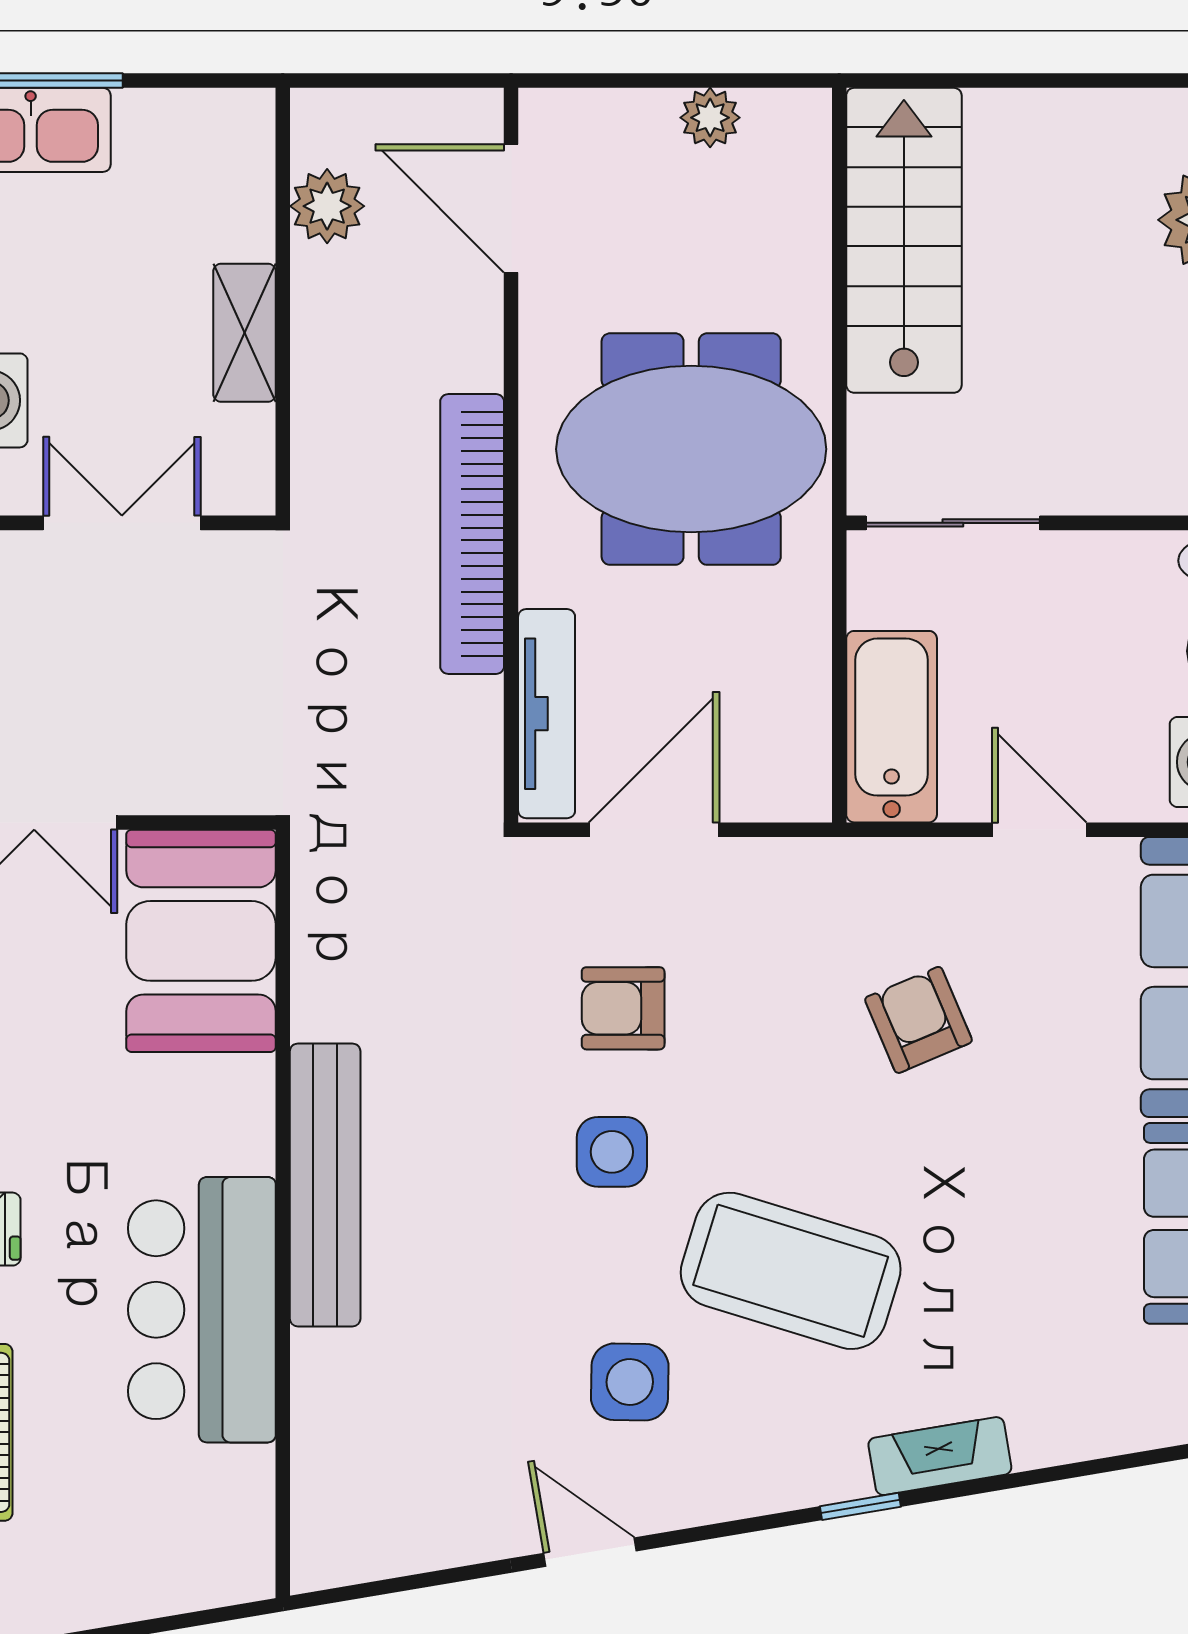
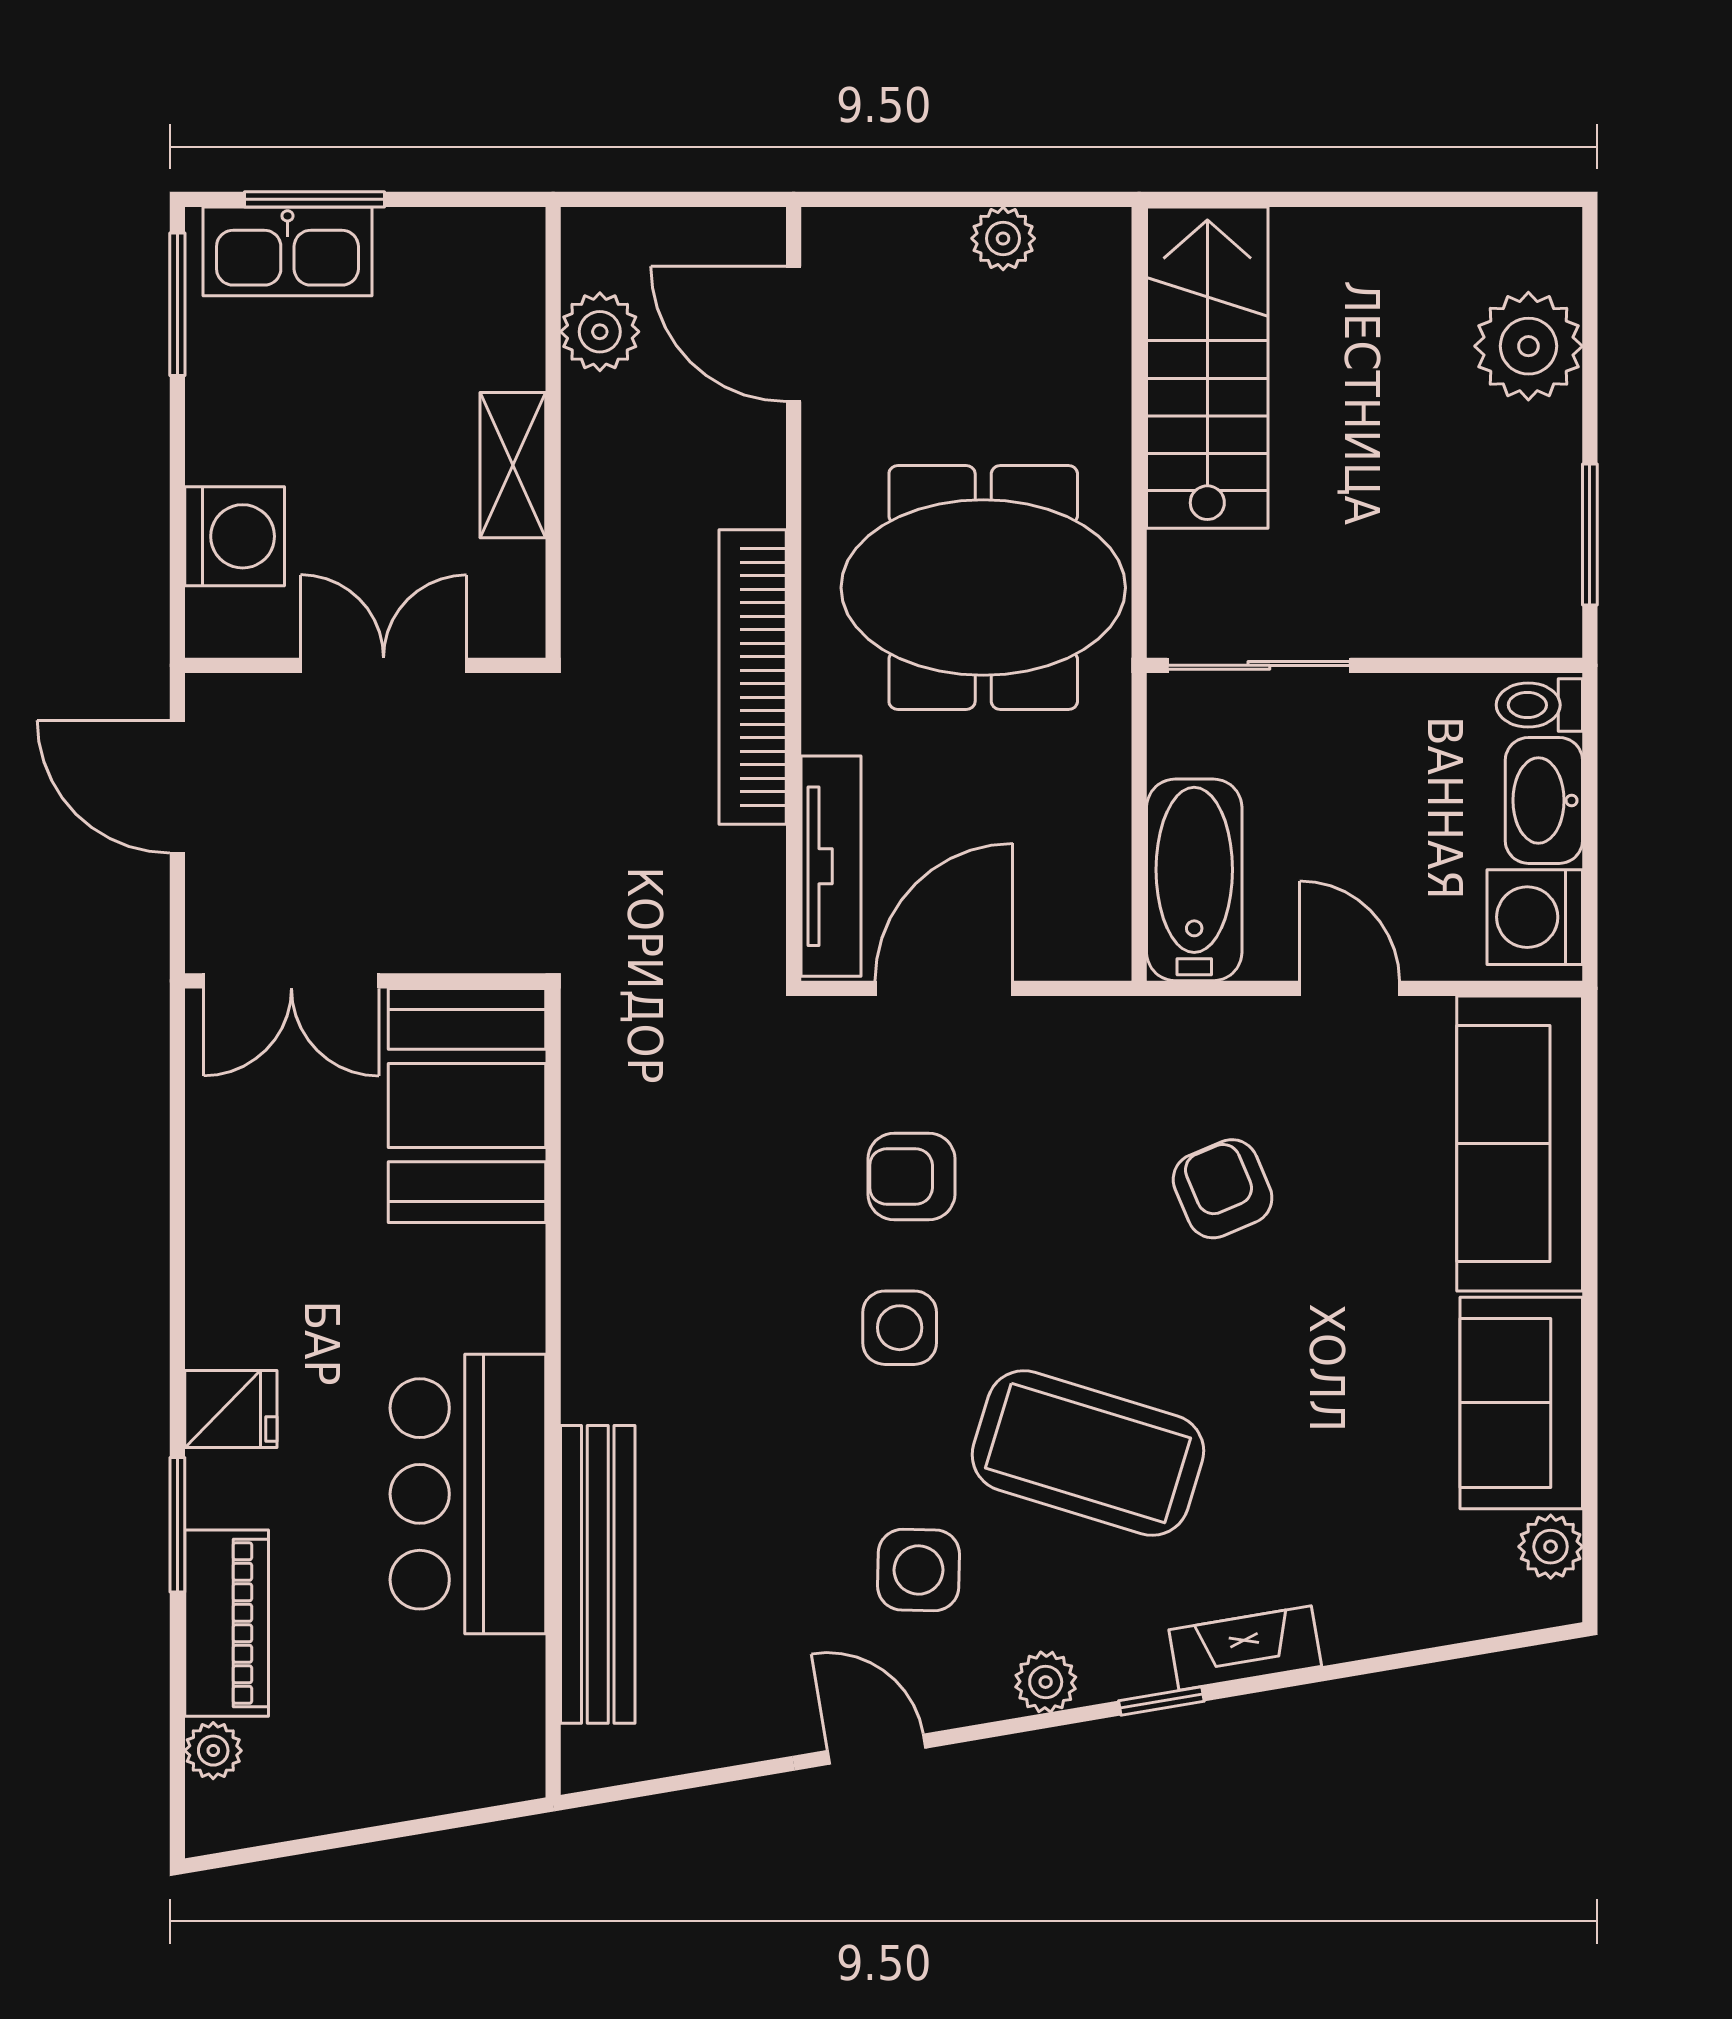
bench: (325, 1185) -> (598, 1574), moved
plant: (750, 1488) -> (1046, 1682), added

